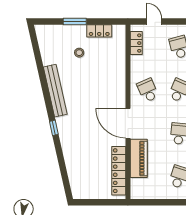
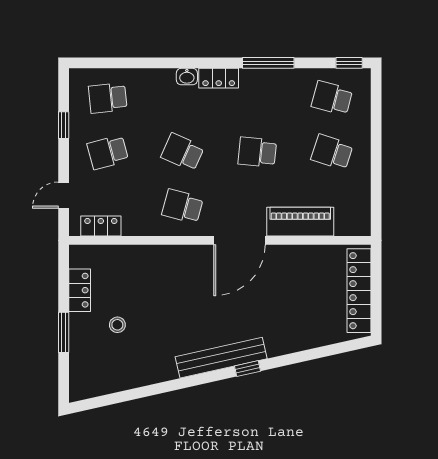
school desk: (148, 90) -> (182, 206), turned 39
bench: (55, 91) -> (221, 358), moved
locker: (119, 171) -> (359, 291), moved, turned 90

